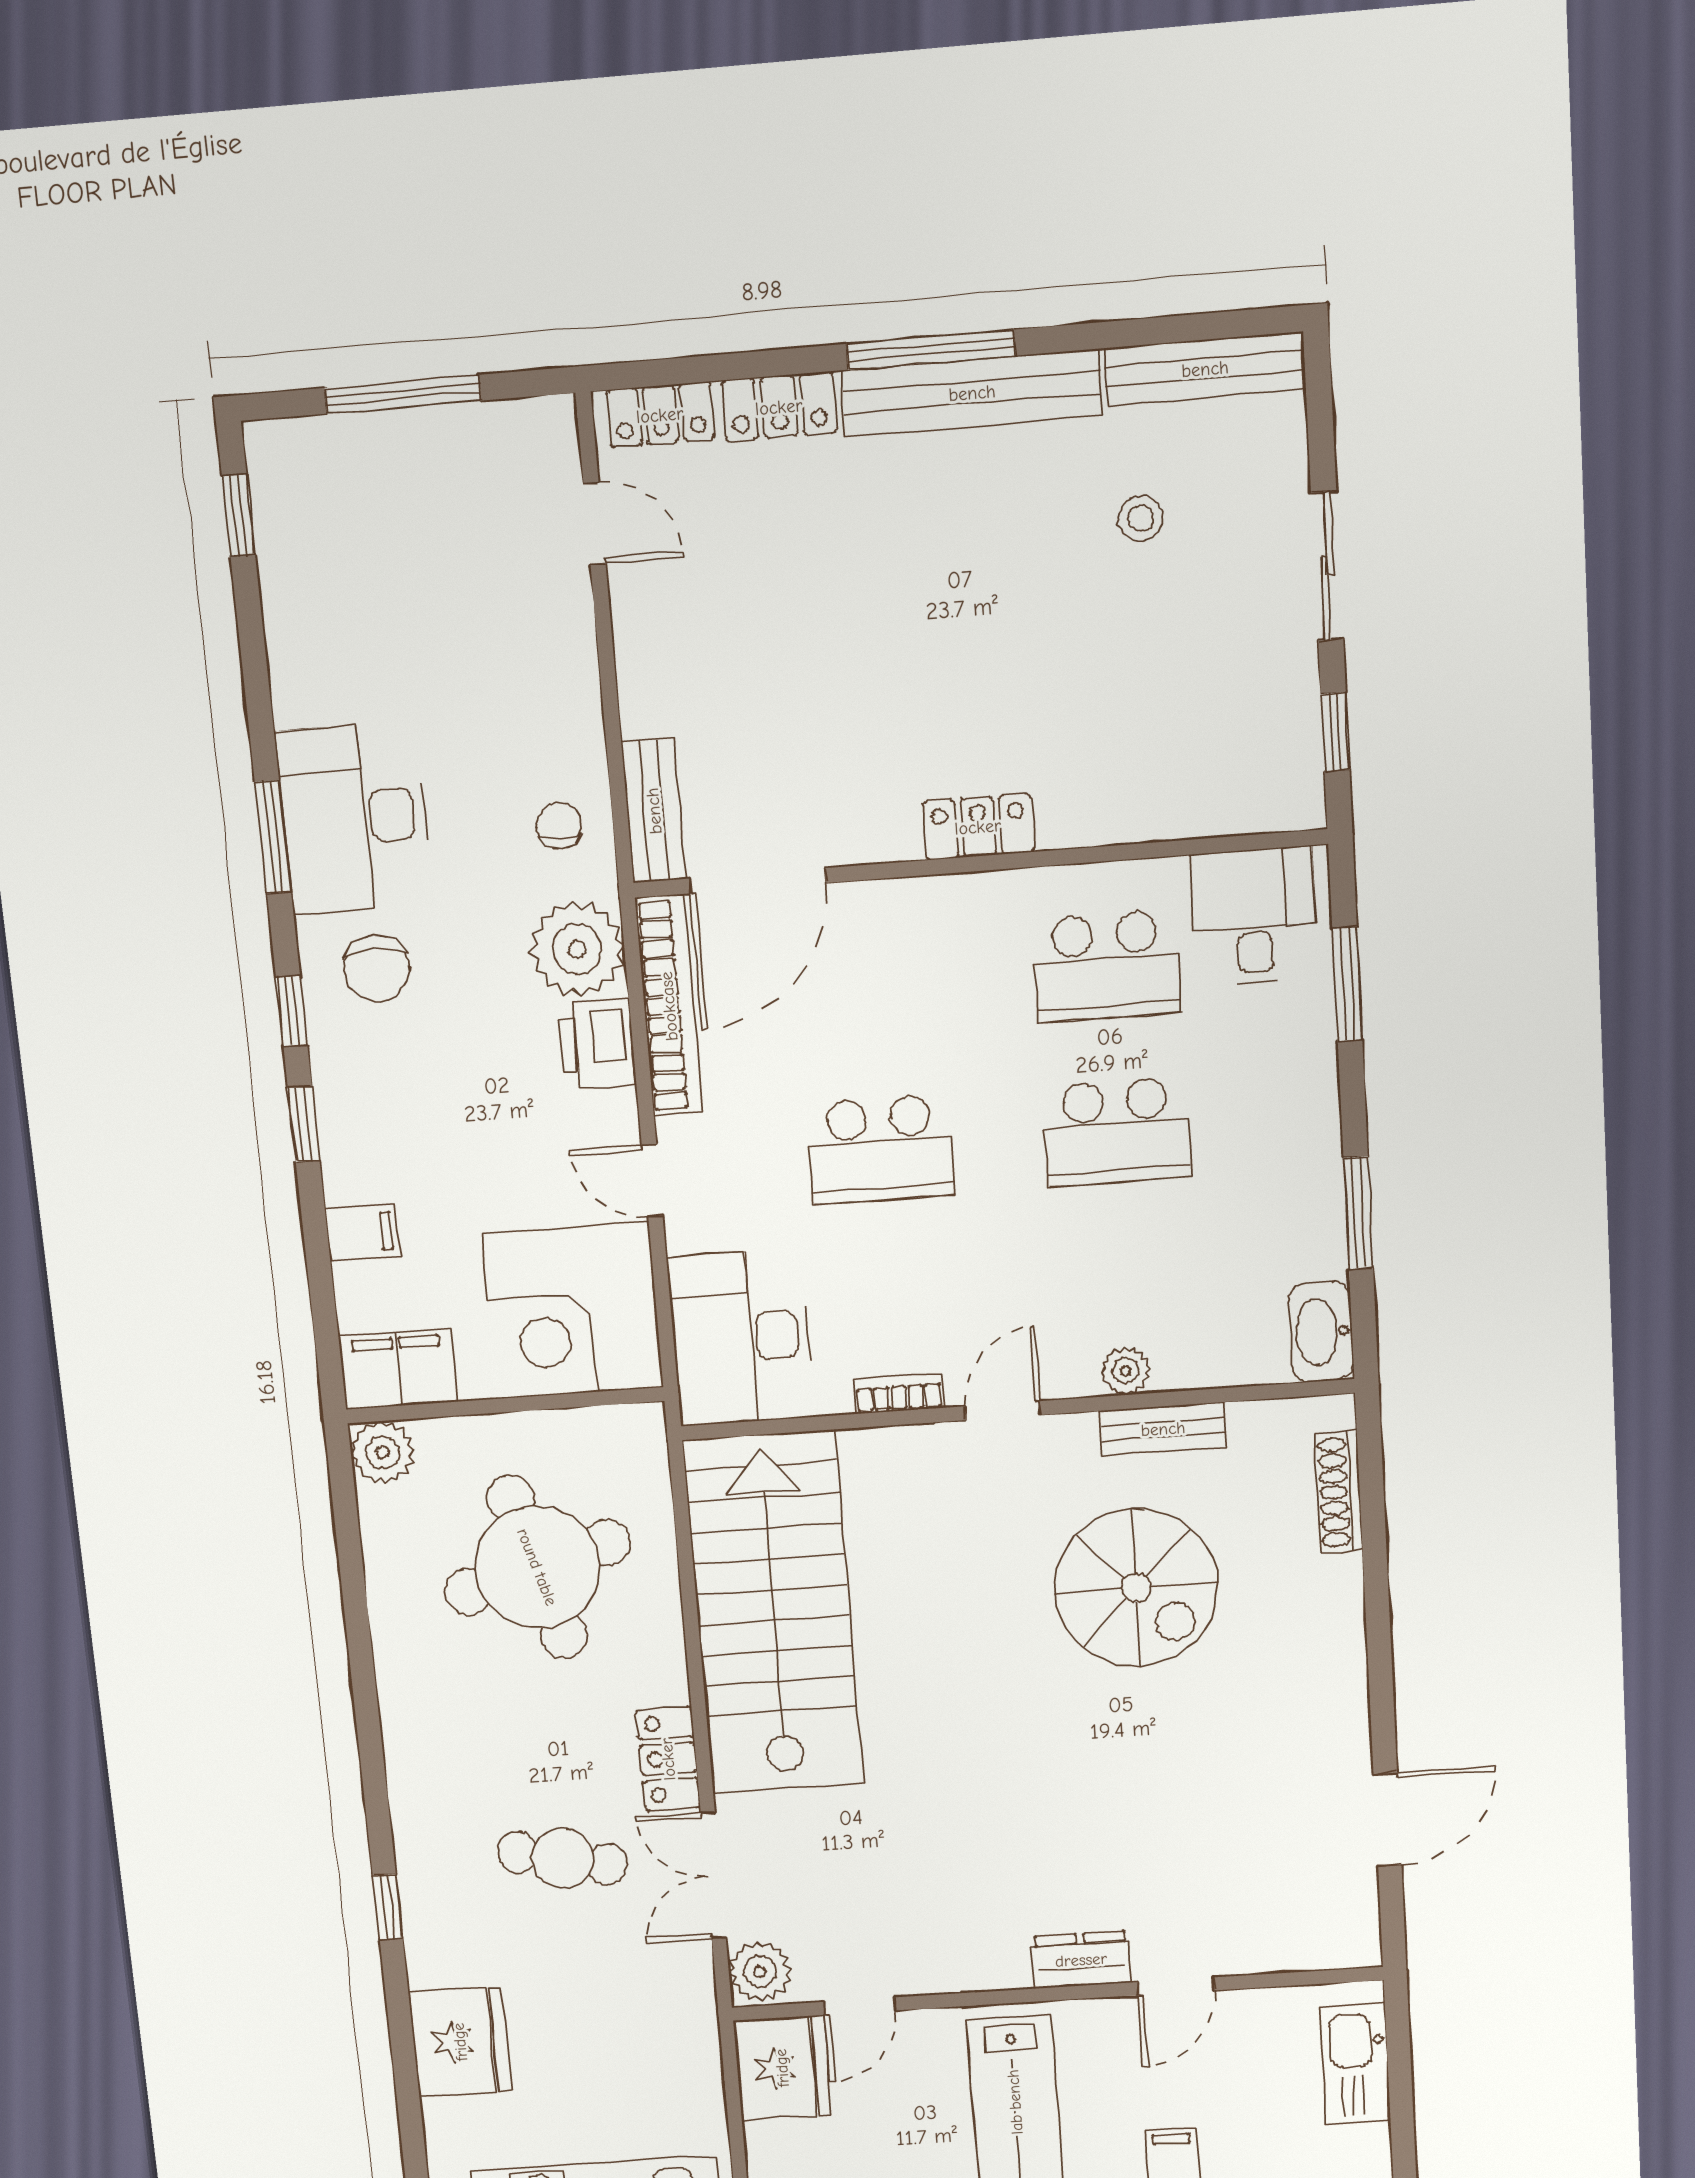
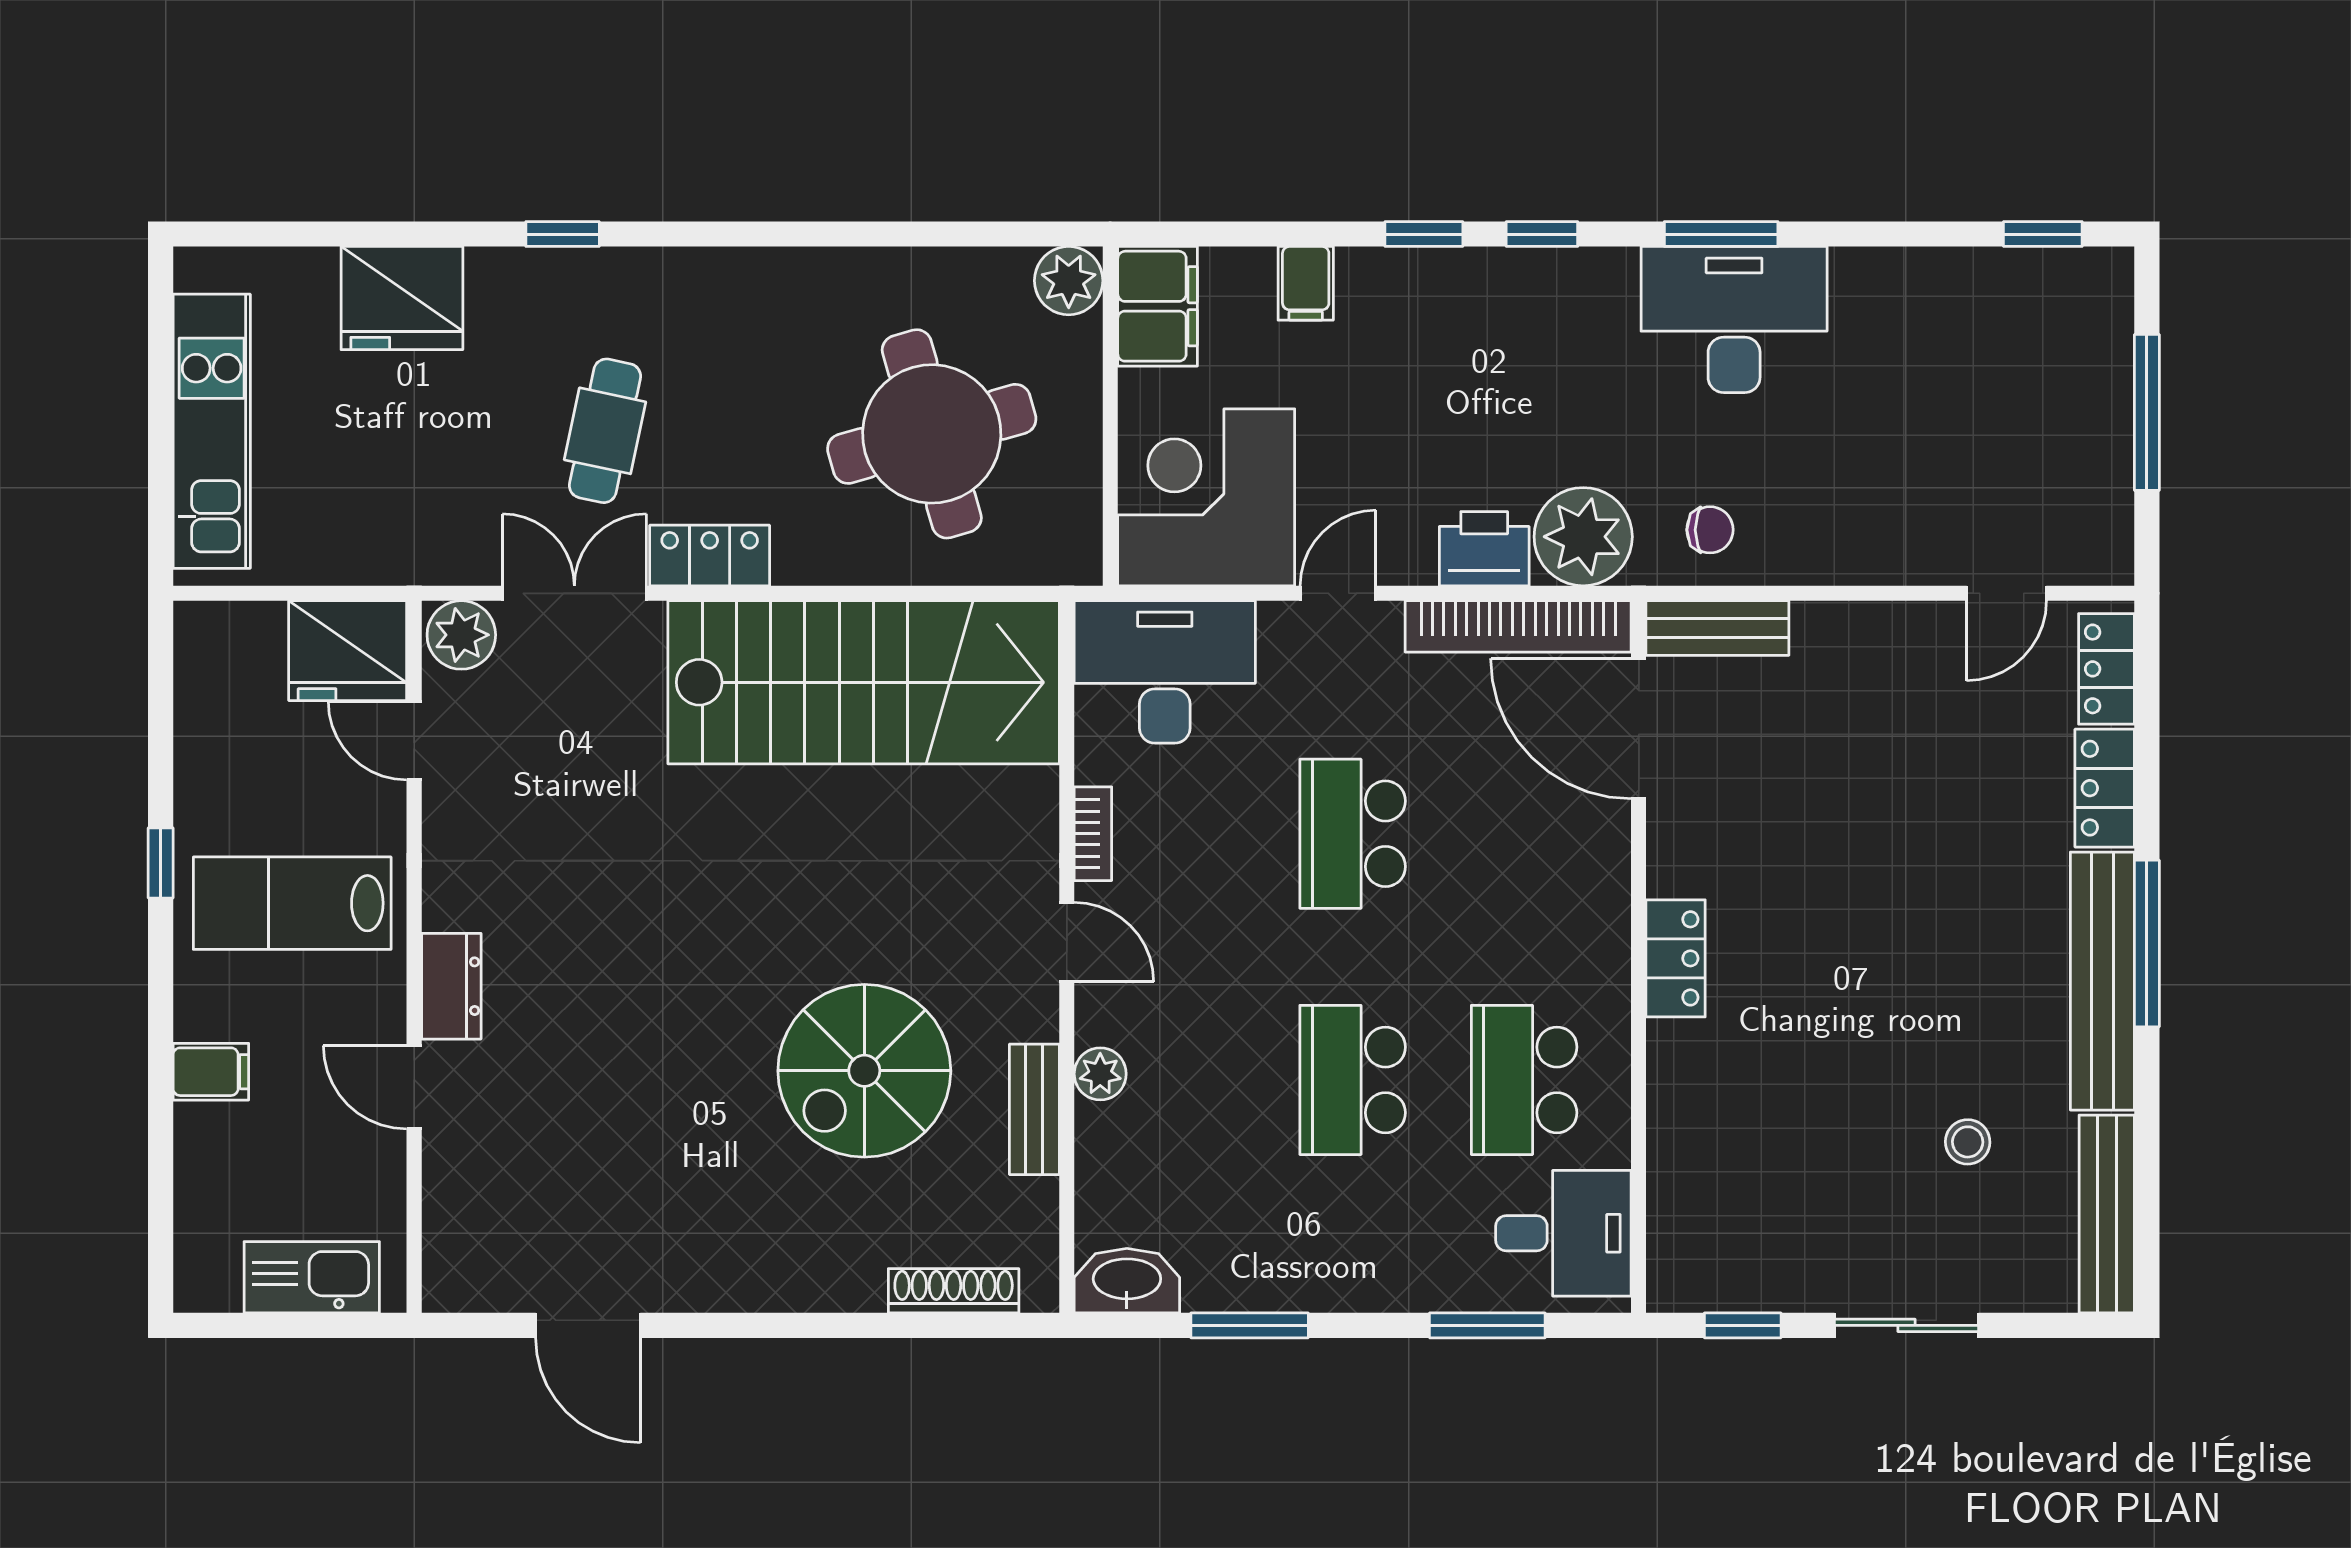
chair: (377, 969) -> (1579, 327), removed

